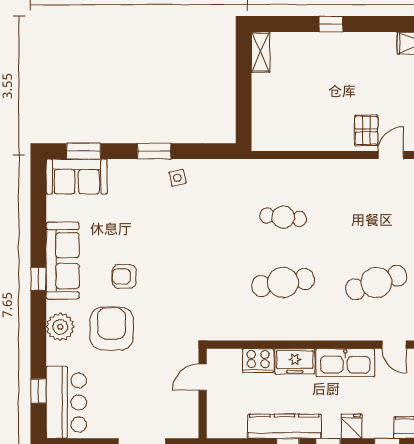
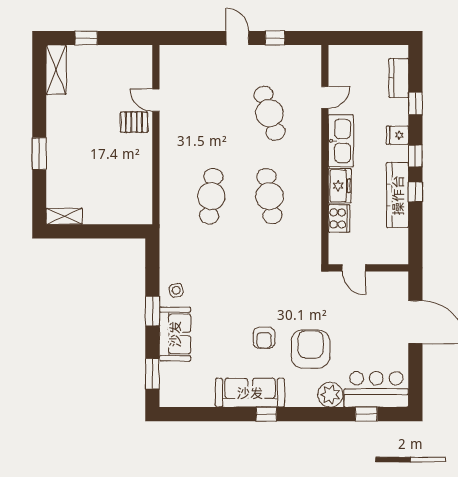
window: (331, 24) -> (39, 154), width x1.50
sofa: (77, 177) -> (175, 334), moved
cafe table: (283, 217) -> (211, 196), width x1.37, depth x1.35
plant: (60, 327) -> (330, 395), moved
armchair: (112, 329) -> (311, 349), turned 90

